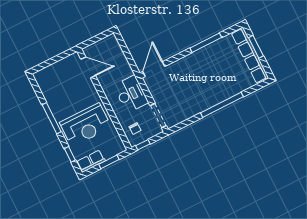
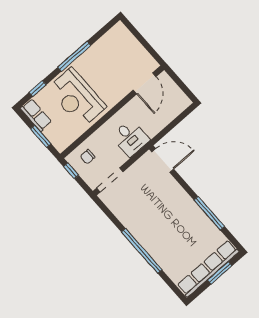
desk: (131, 94) -> (130, 138), width x0.73

